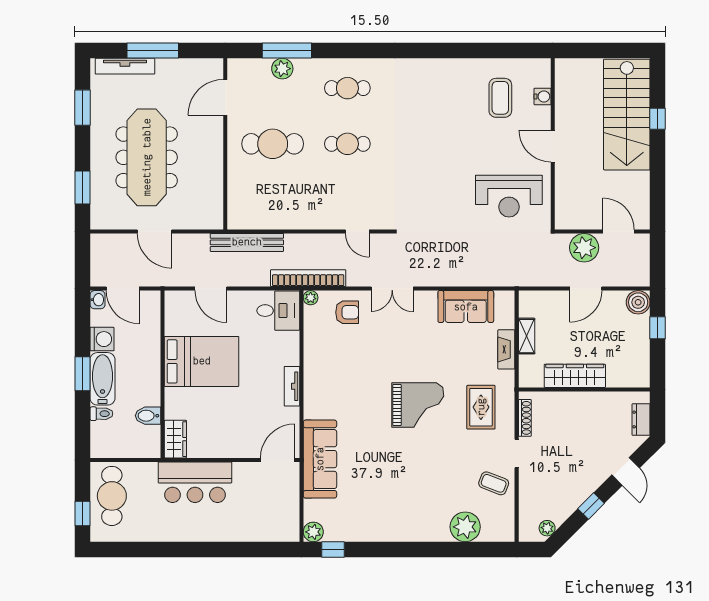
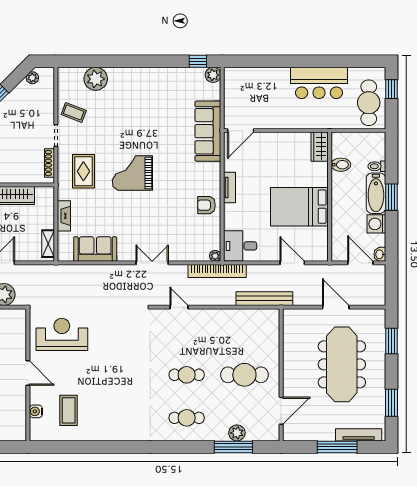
armchair: (347, 312) -> (206, 205), moved
shelving: (527, 336) -> (48, 244), moved
bar counter: (195, 482) -> (319, 83), moved, turned 180

